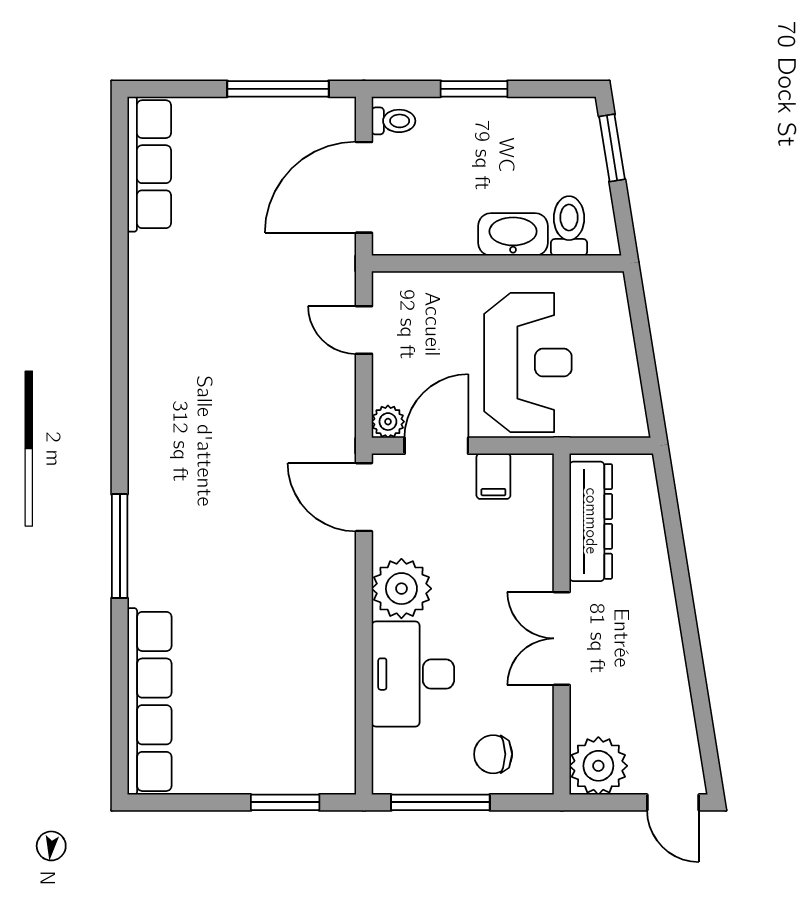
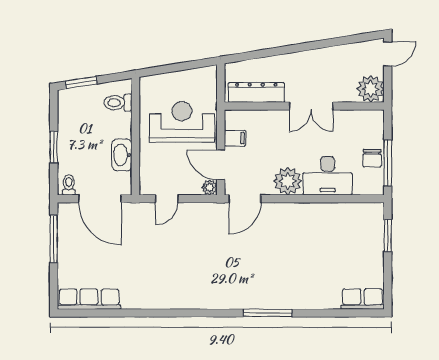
washbasin: (513, 234) -> (122, 155), moved
row of seats: (149, 701) -> (363, 299), width x0.50
chair: (493, 754) -> (372, 158), moved

